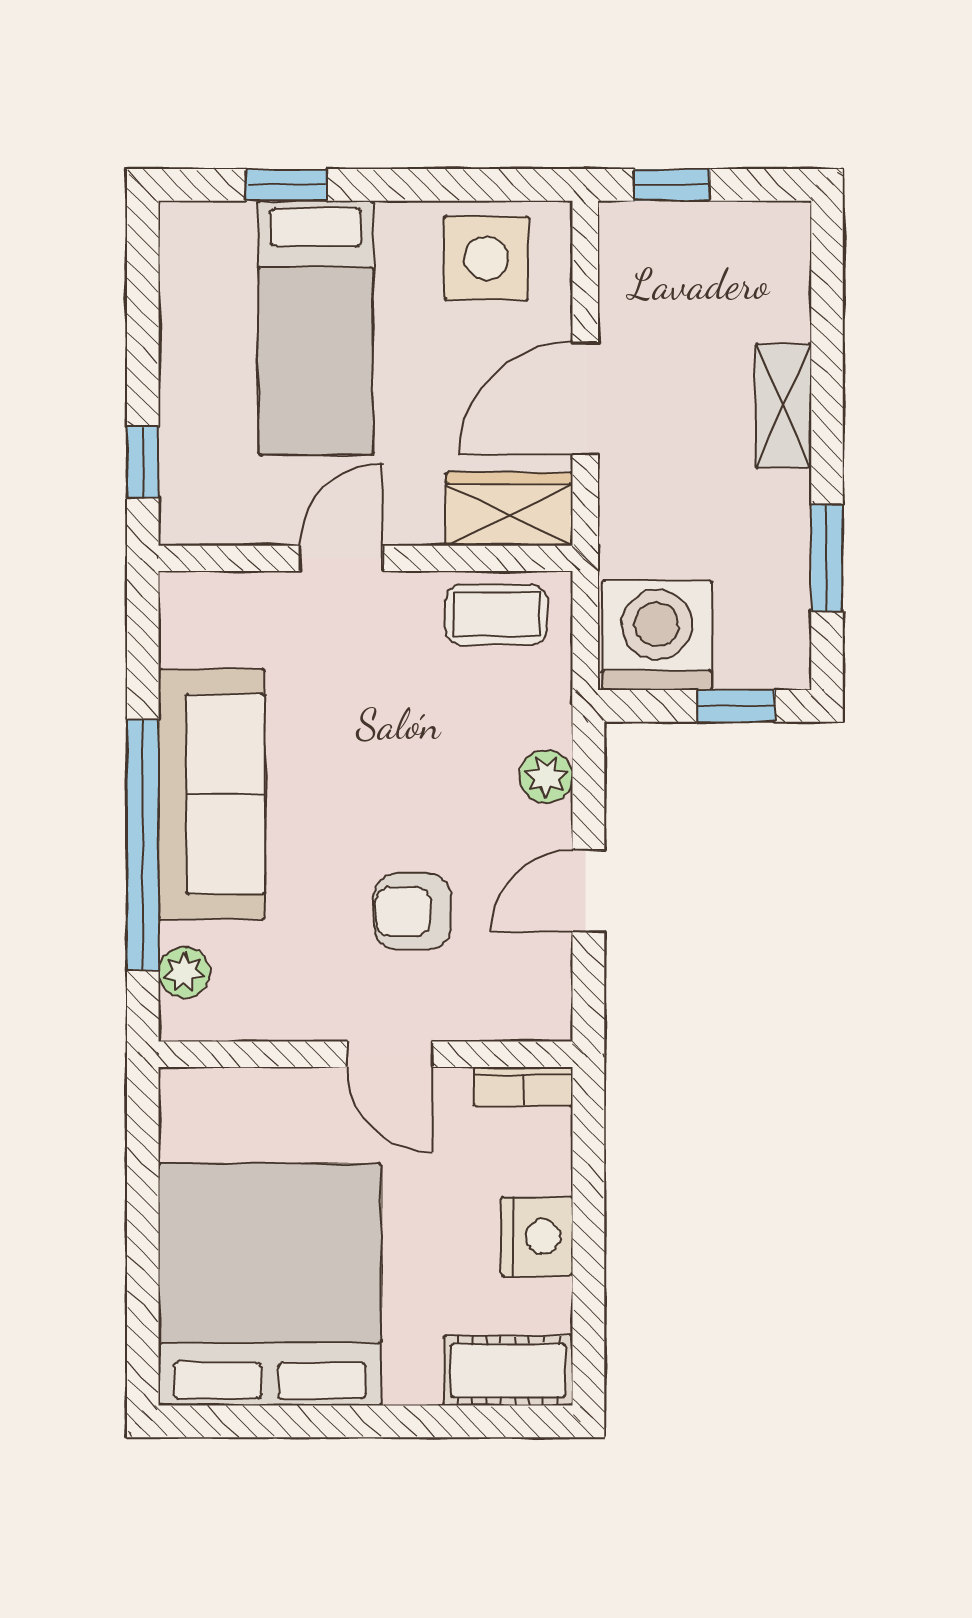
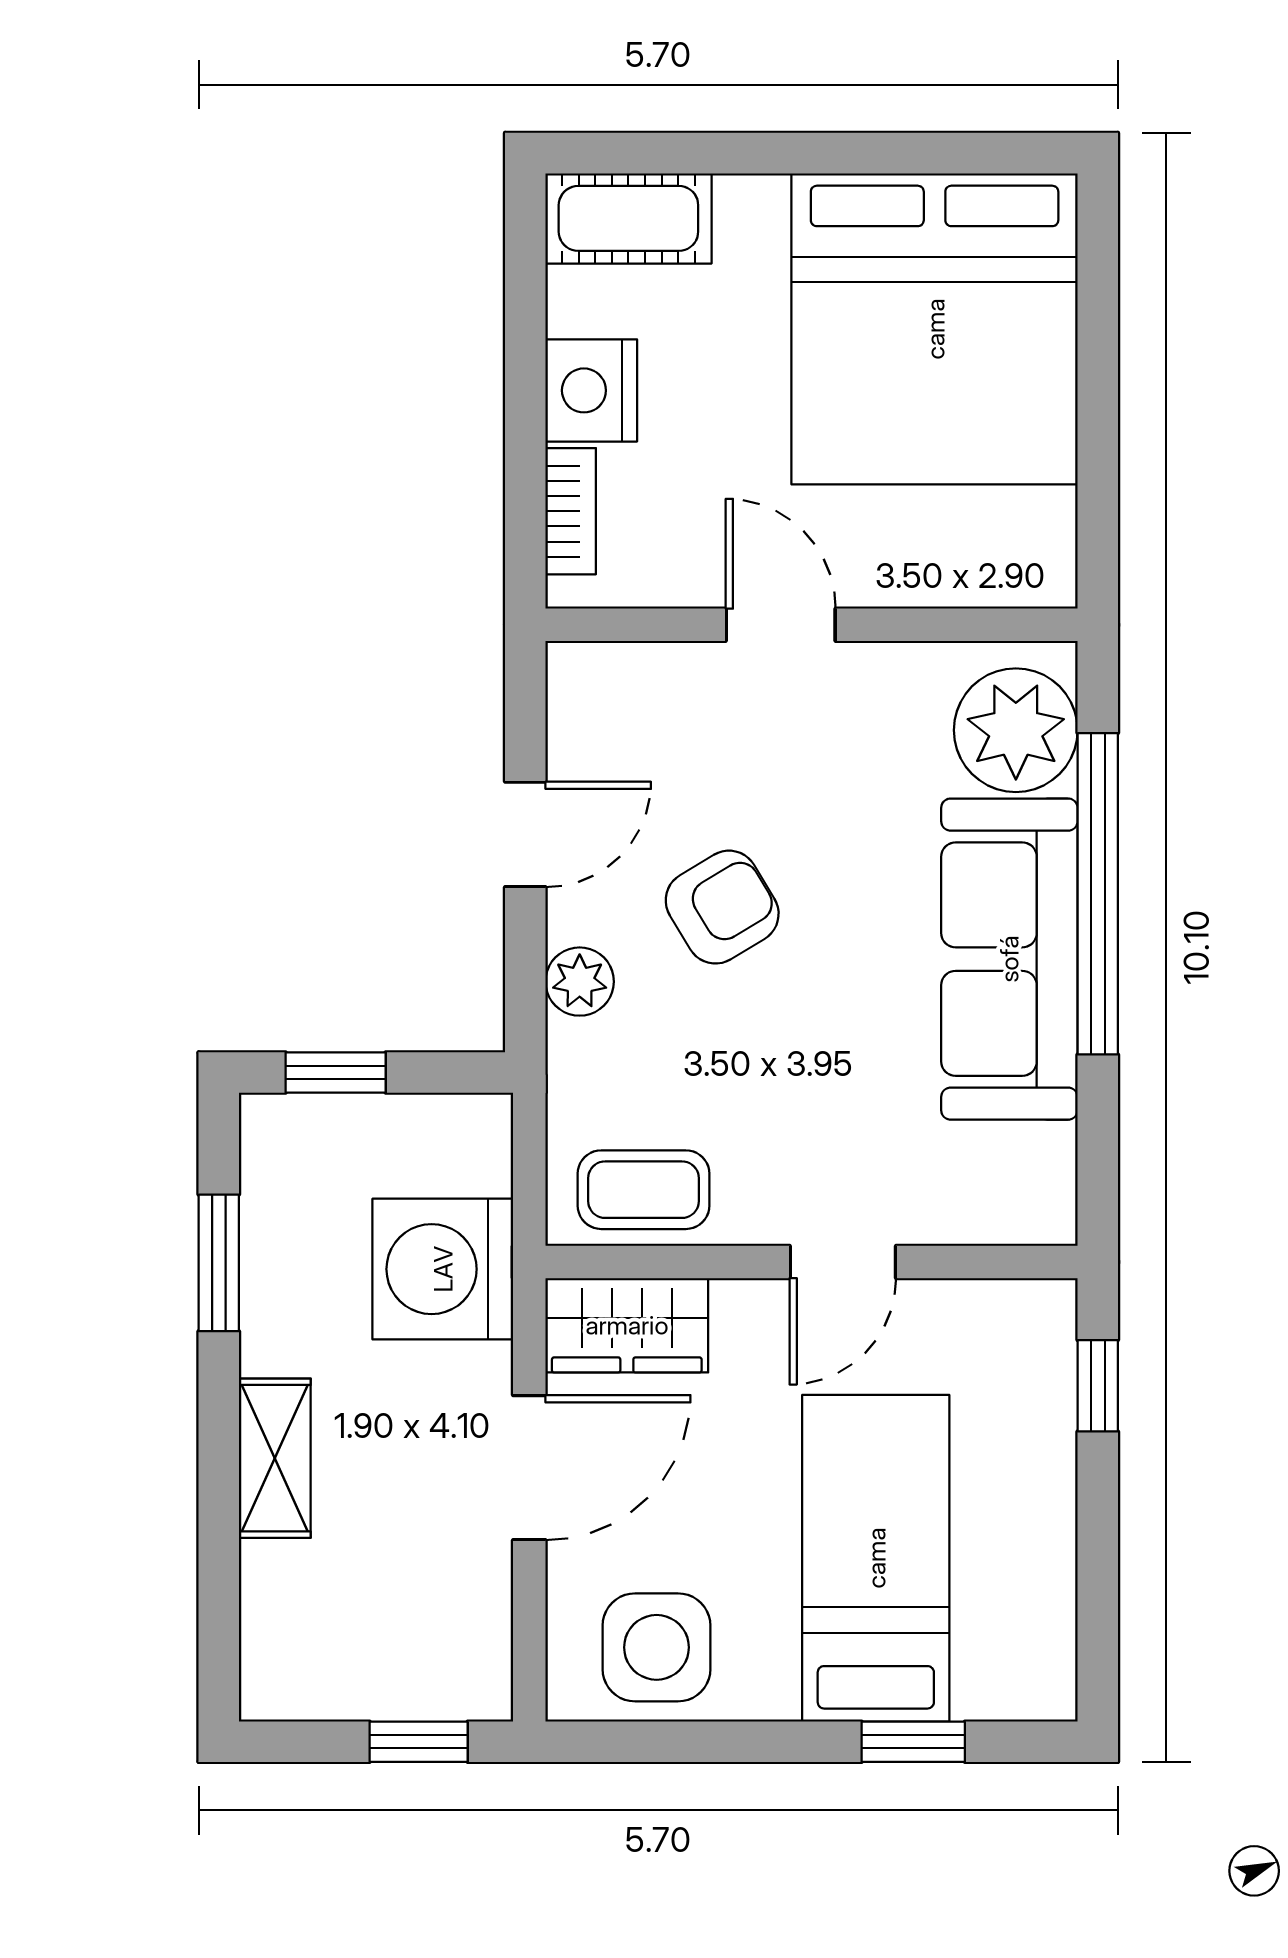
washing machine: (657, 635) -> (443, 1269), moved, turned 90
armchair: (412, 911) -> (722, 907), moved, turned -31
plant: (184, 972) -> (1016, 730), width x1.88, depth x1.88
bookcase: (524, 1086) -> (571, 511), moved, turned 90

